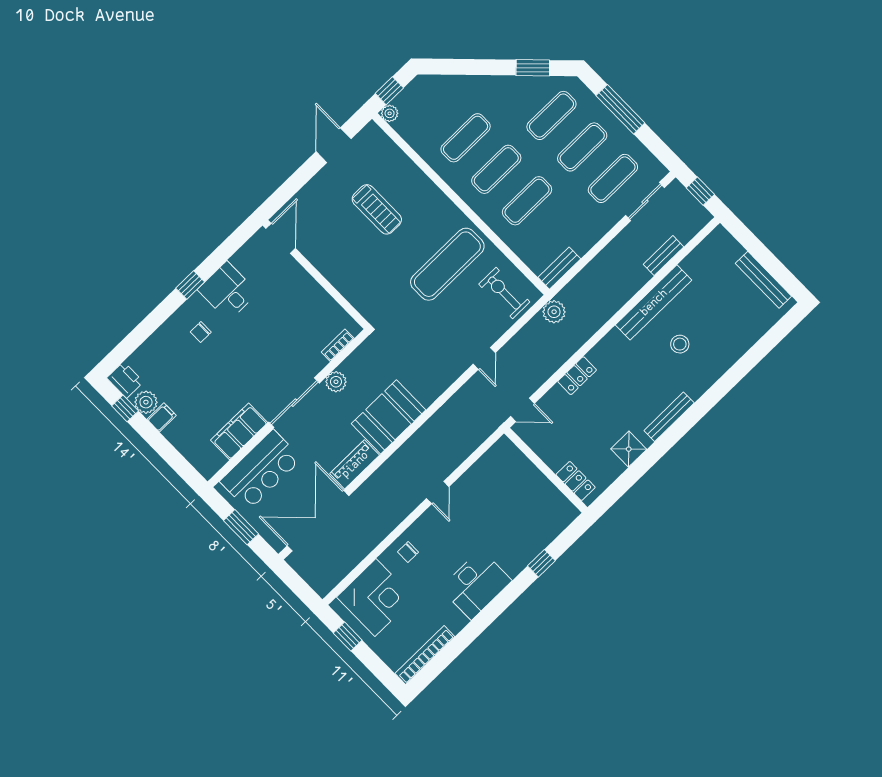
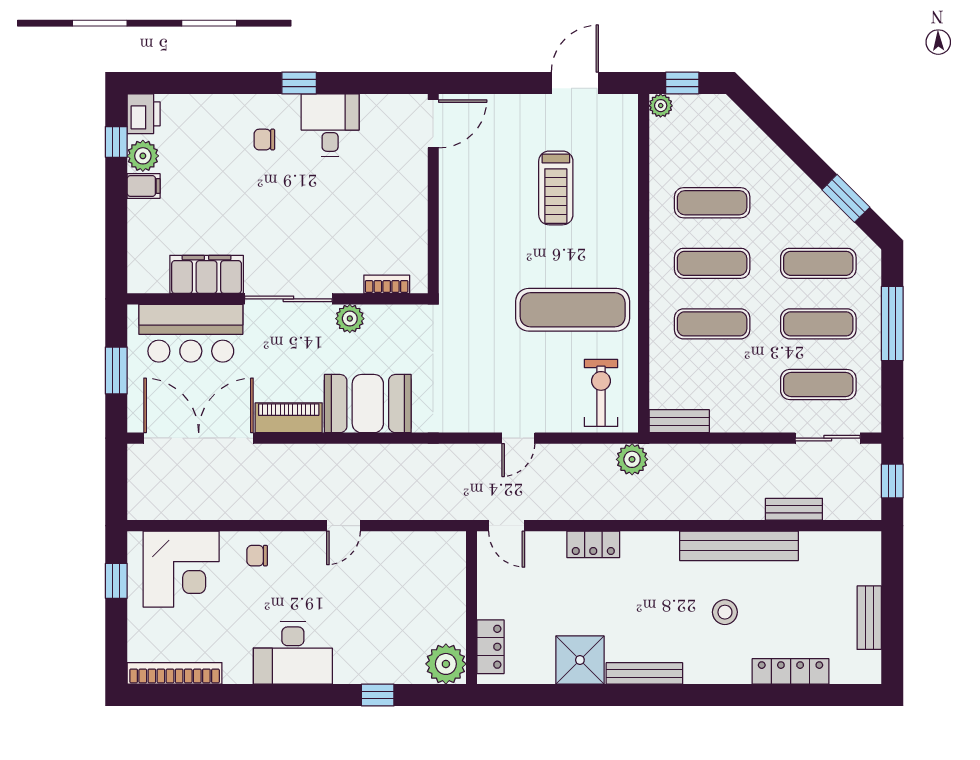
bench: (763, 280) -> (869, 618), width x0.73
locker: (744, 342) -> (791, 671), added
shower: (629, 449) -> (580, 660), width x1.36, depth x1.36
plant: (561, 513) -> (446, 664), added

